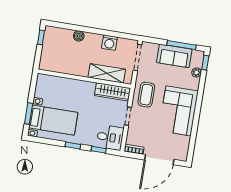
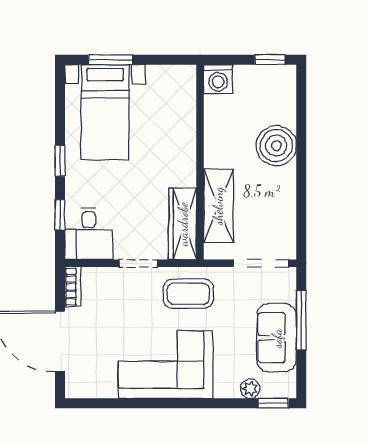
boiler: (79, 36) -> (276, 146), width x1.86, depth x1.86
washing machine: (109, 43) -> (218, 79), moved, turned -90
window: (182, 45) -> (301, 320), moved

